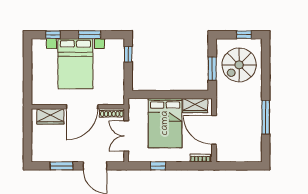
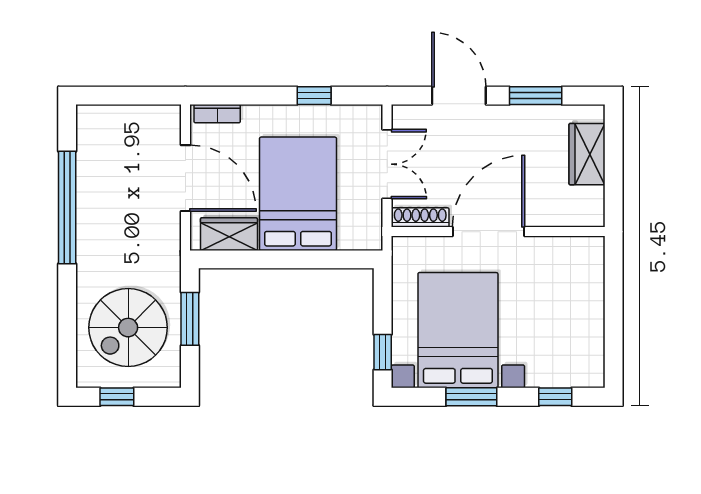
bed with nightstands: (75, 64) -> (458, 330), moved
spiral stairs: (239, 65) -> (128, 328), turned 180
wardrobe: (50, 116) -> (587, 154), moved, turned -90
window: (266, 117) -> (67, 207), width x1.46

